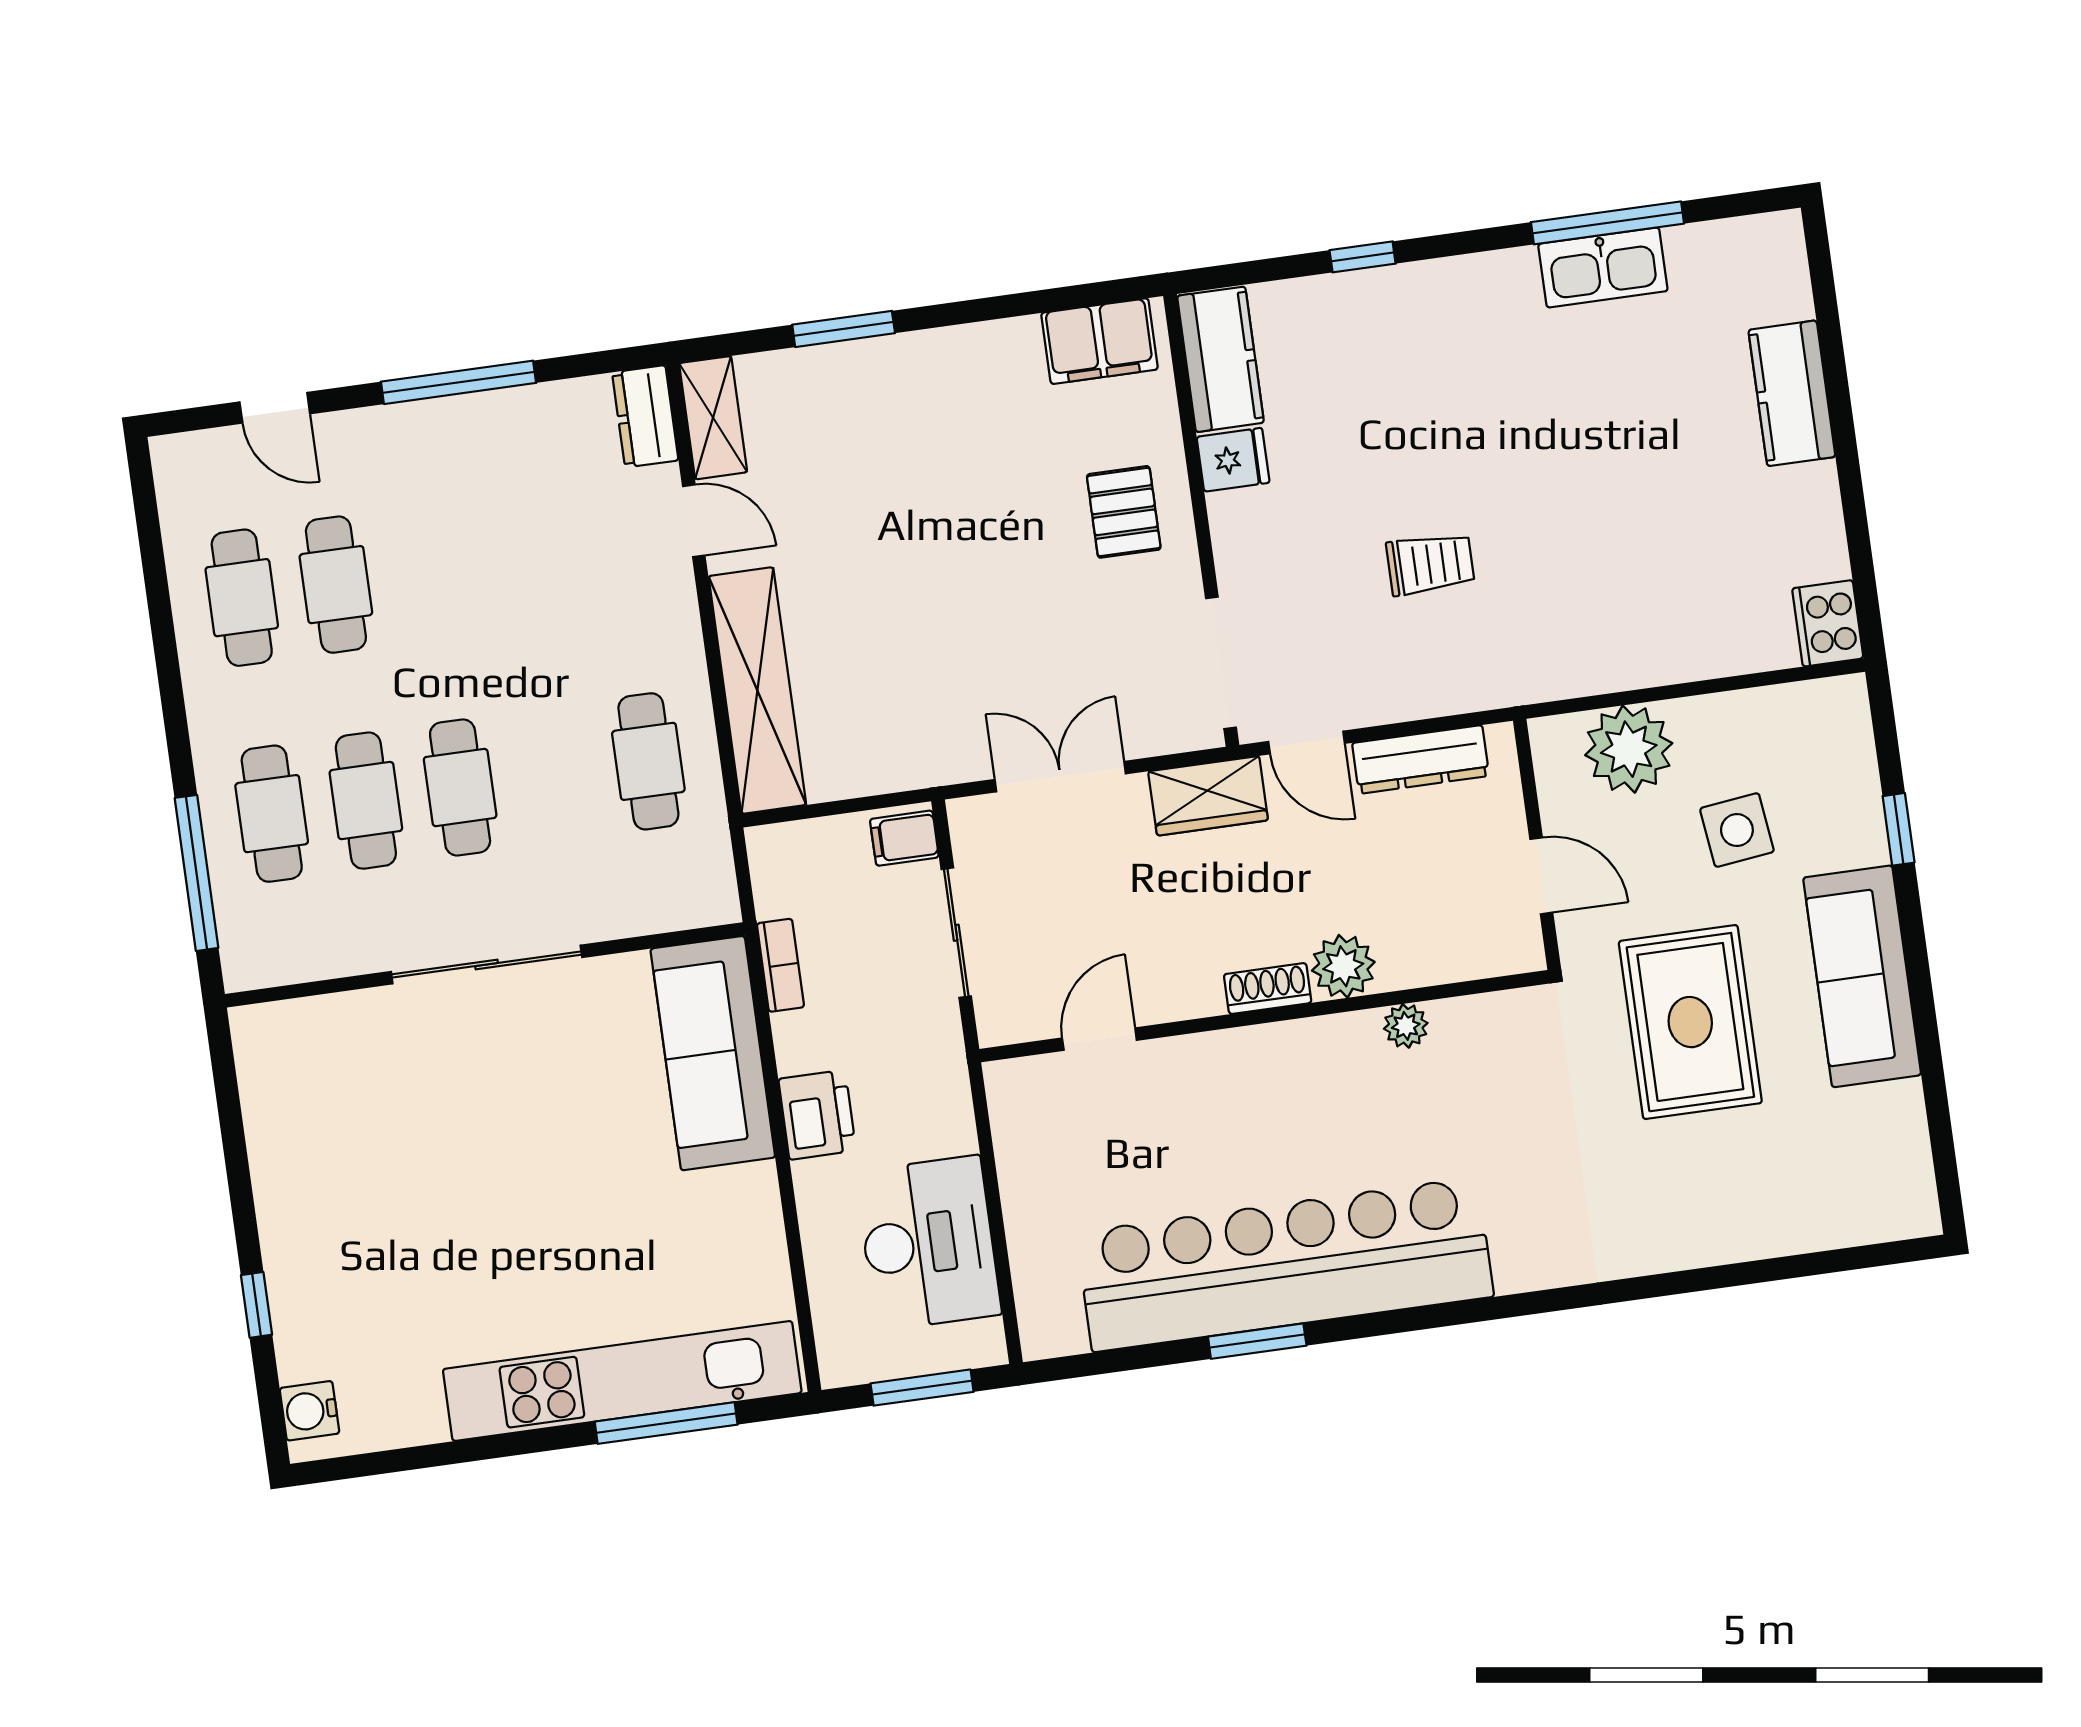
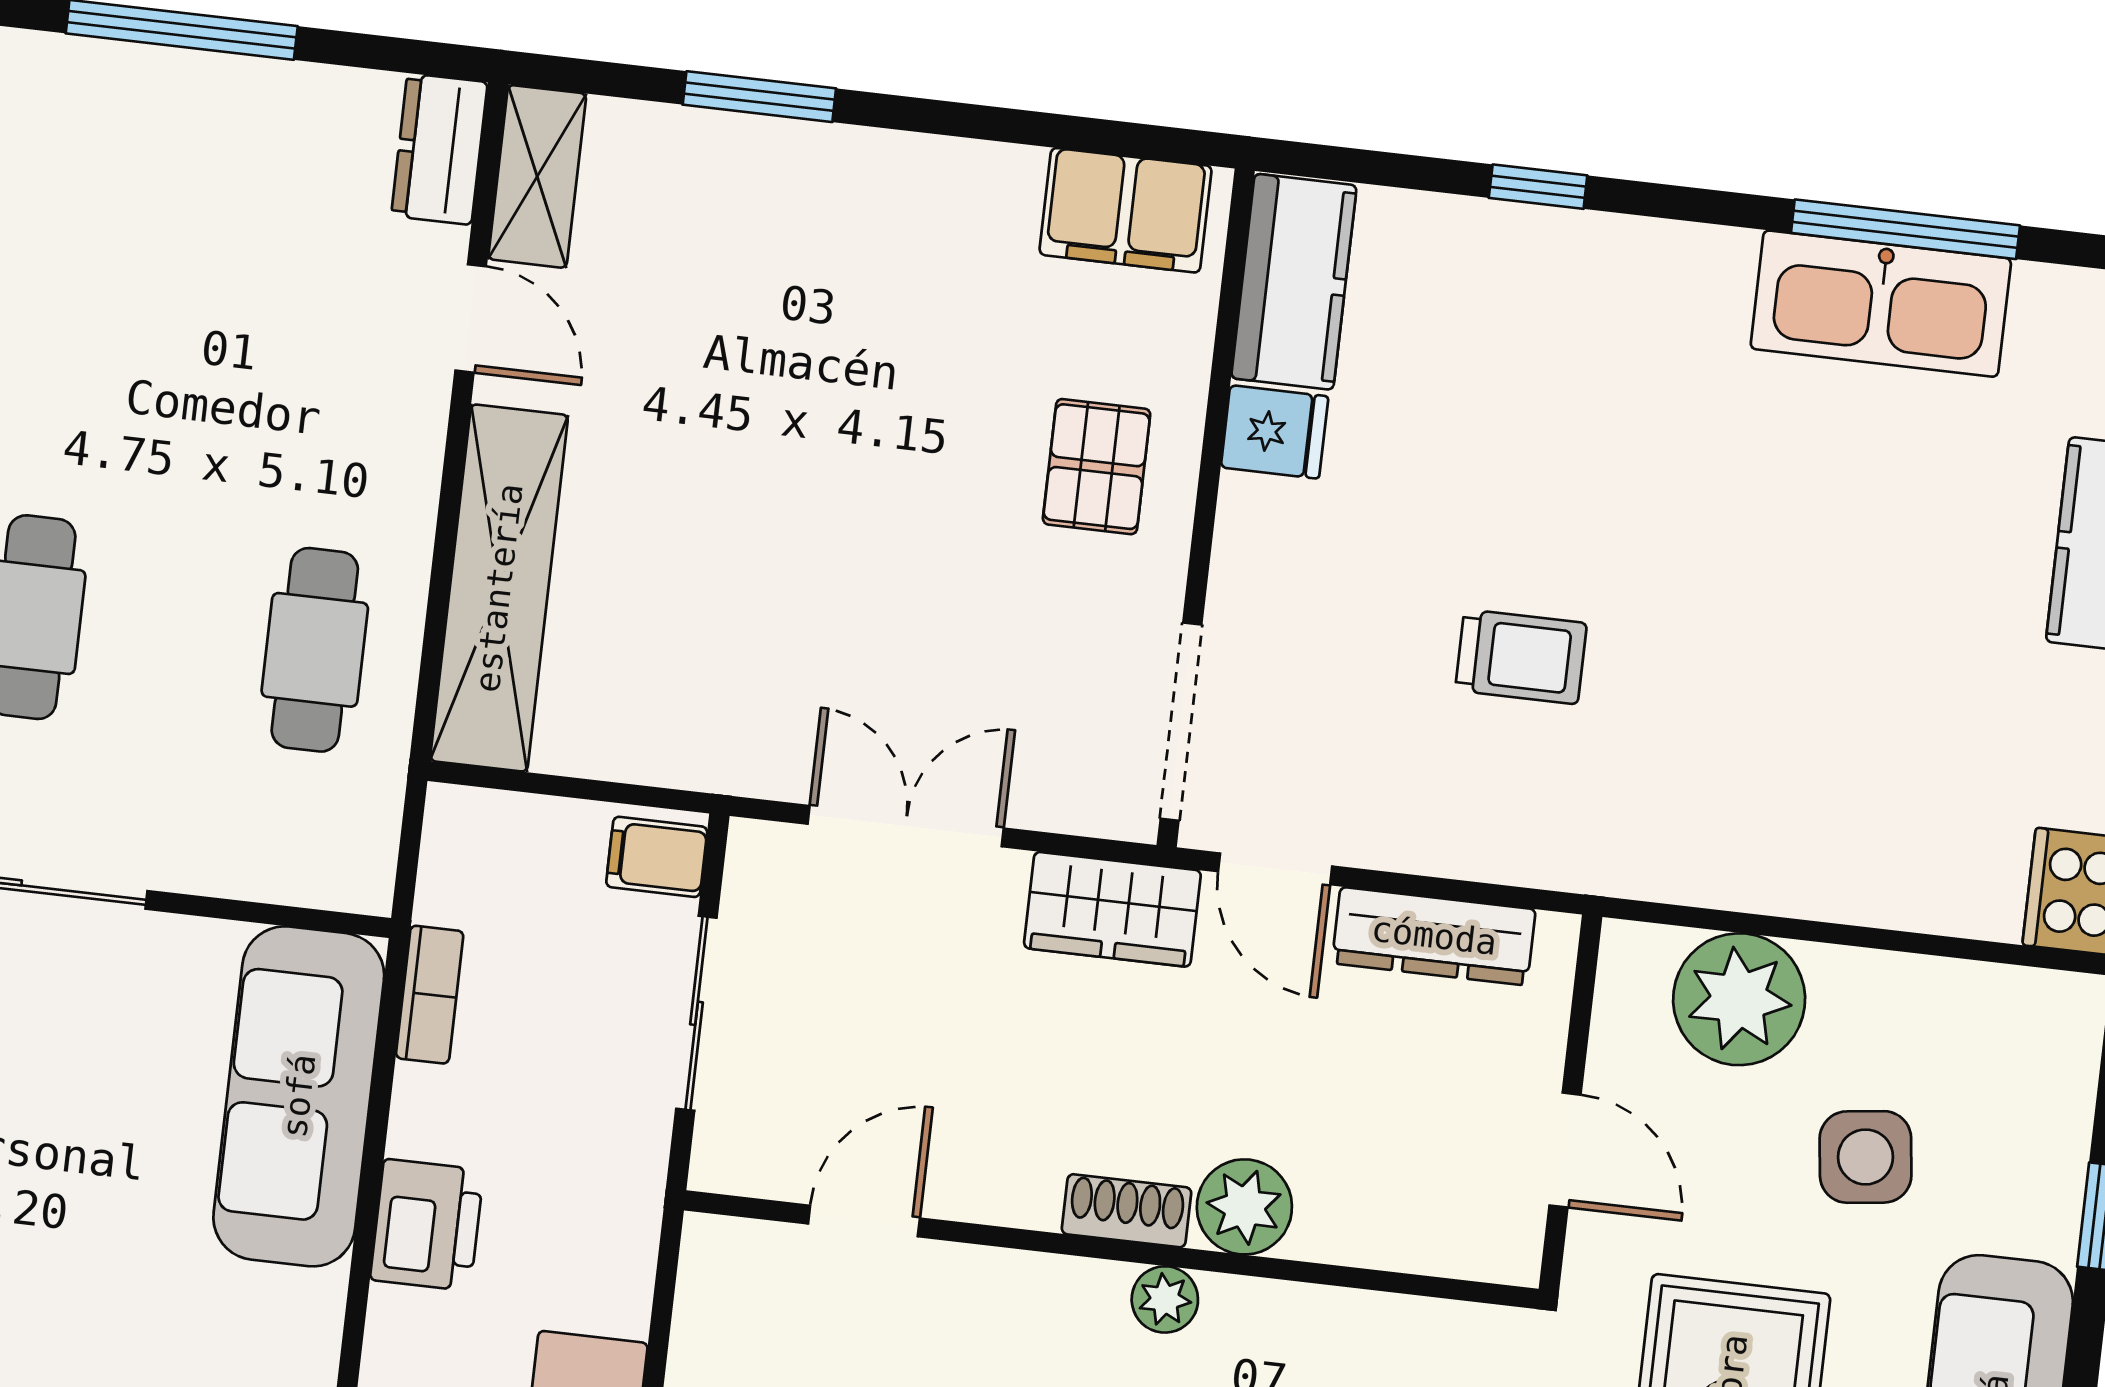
kitchen sink: (1603, 267) -> (1881, 304), width x1.36, depth x1.24
plant: (1406, 1026) -> (1165, 1299), moved

